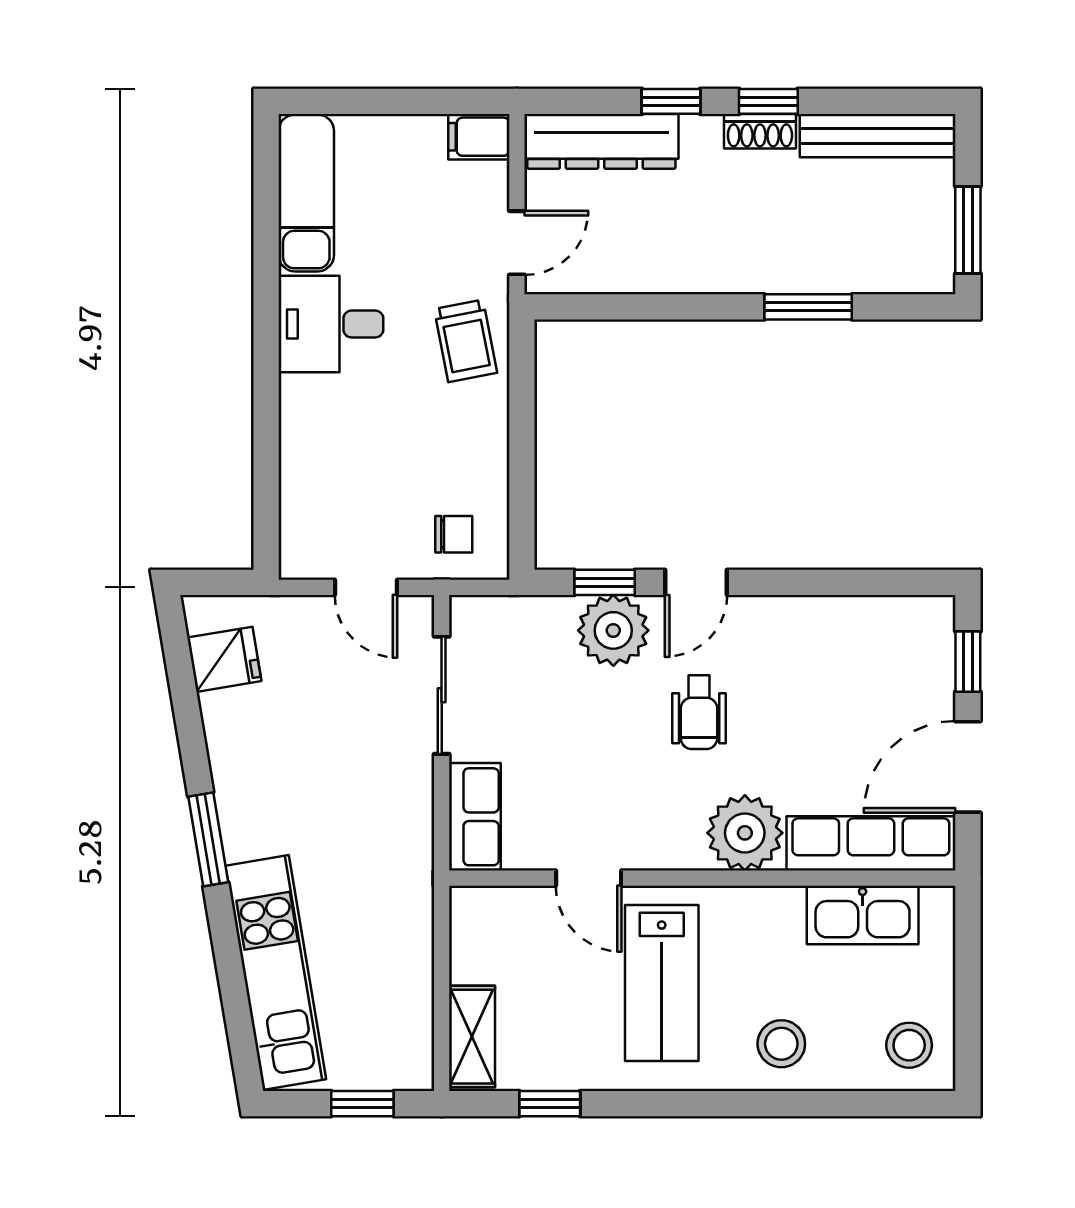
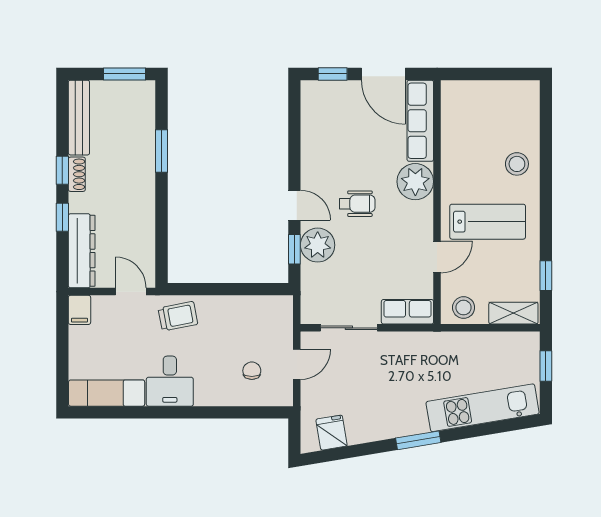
chair: (454, 534) -> (252, 371), moved
kitchen sink: (863, 915) -> (455, 125), removed
stool: (909, 1045) -> (464, 308), moved

